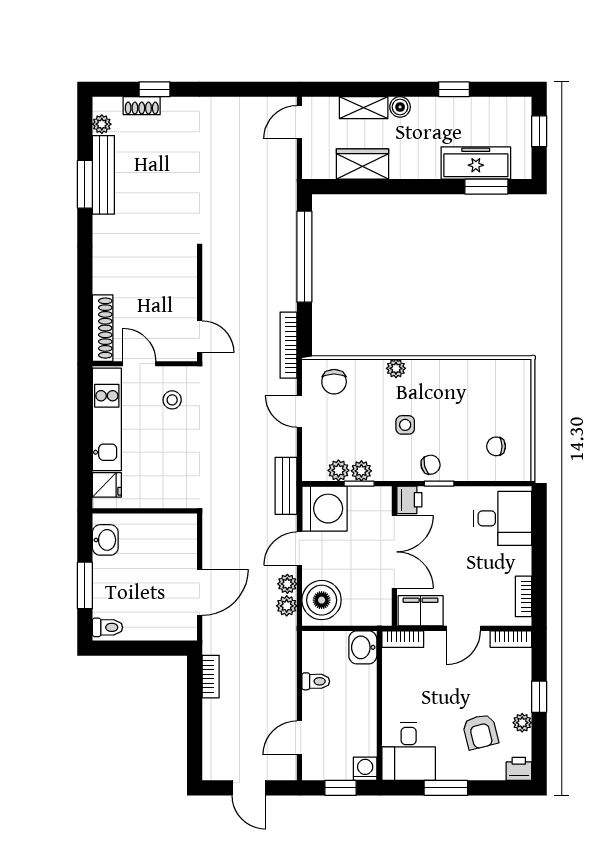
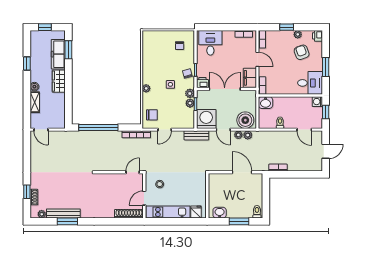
wardrobe: (362, 164) -> (59, 81), moved
plant: (338, 470) -> (190, 93), moved
armchair: (480, 732) -> (302, 52), turned -96

